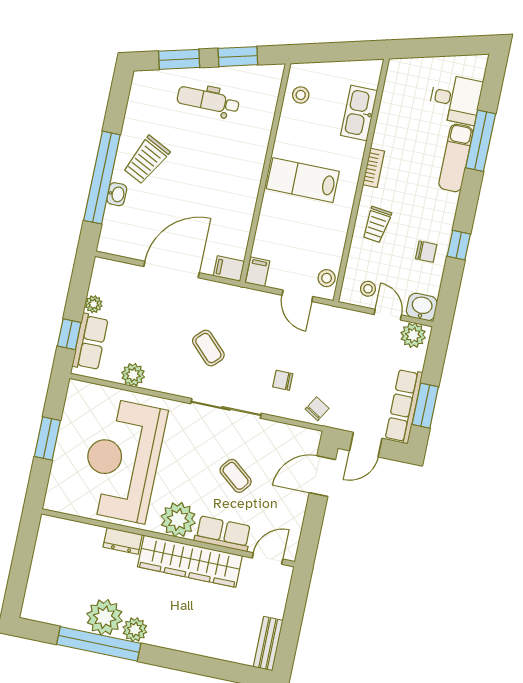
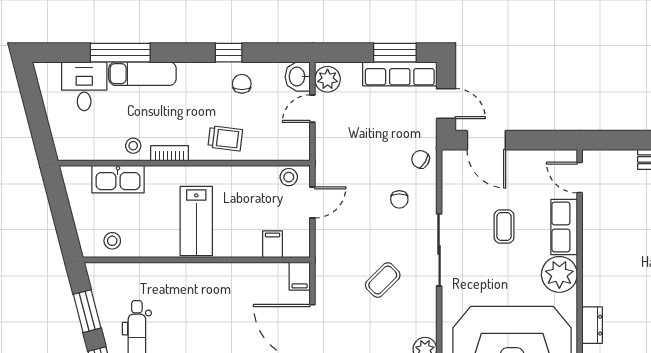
filing cabinet: (258, 272) -> (272, 244), moved, turned 90
stool: (368, 289) -> (133, 146), moved
coffee table: (236, 476) -> (504, 226), turned -39
wardrobe: (190, 561) -> (598, 254), removed

